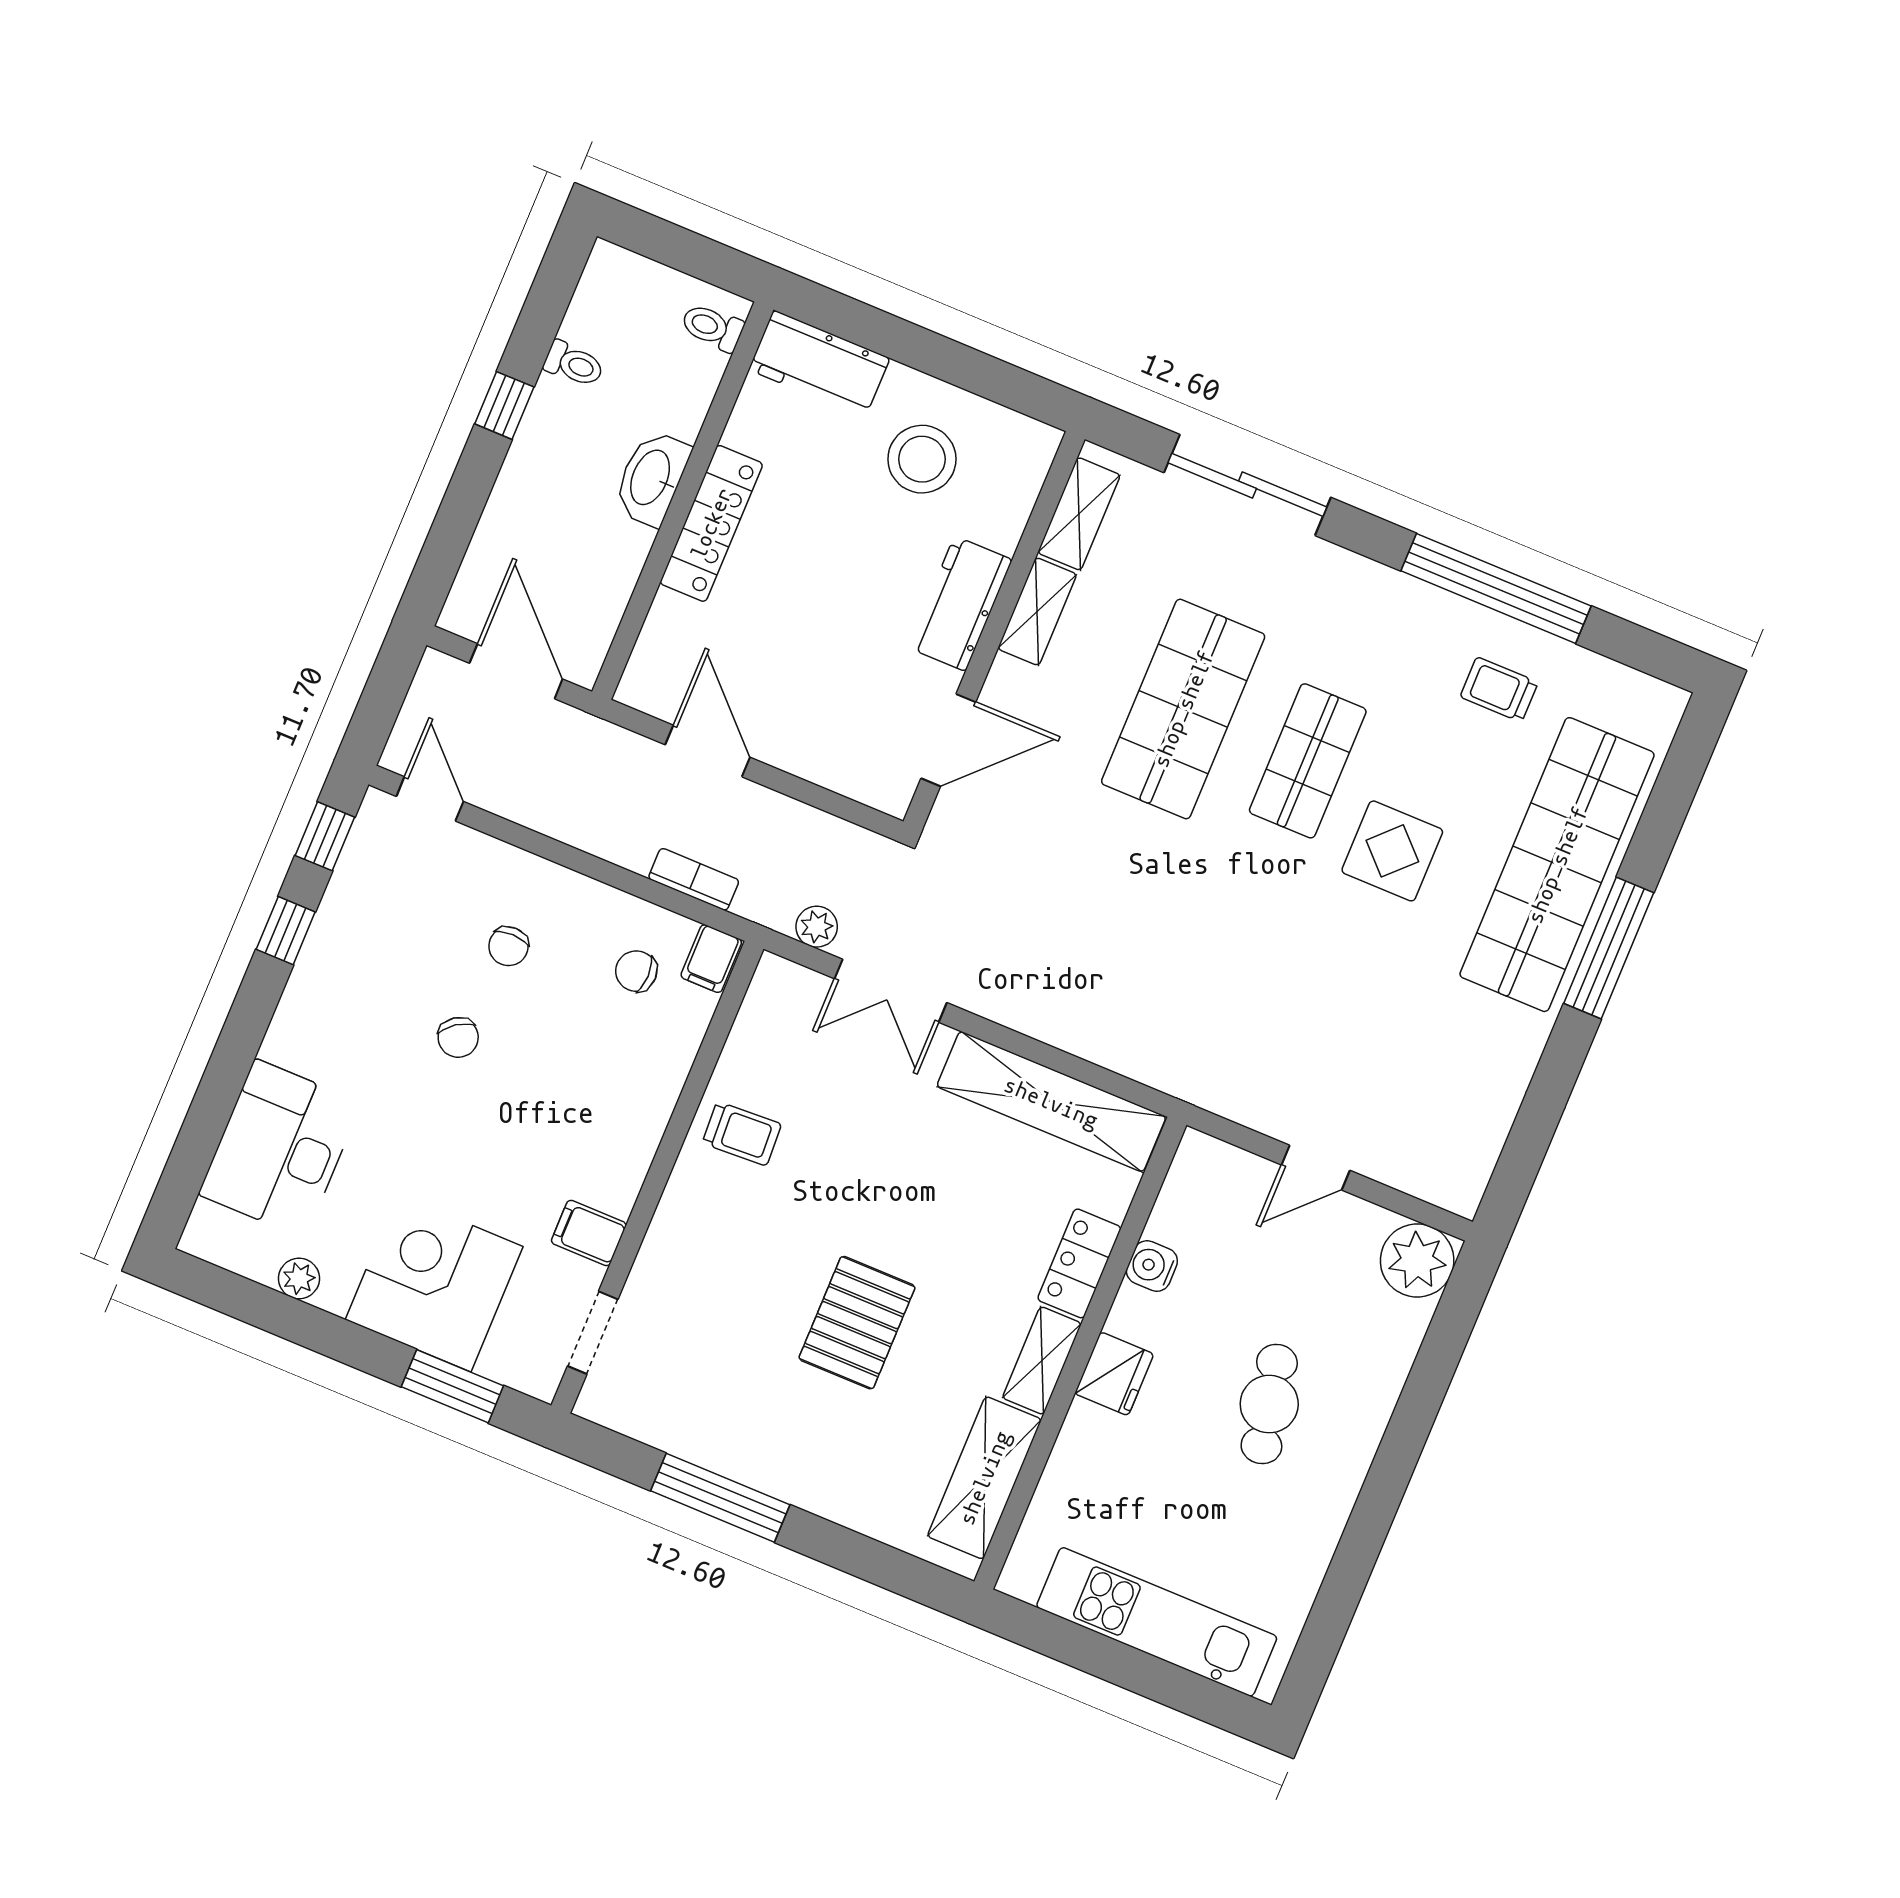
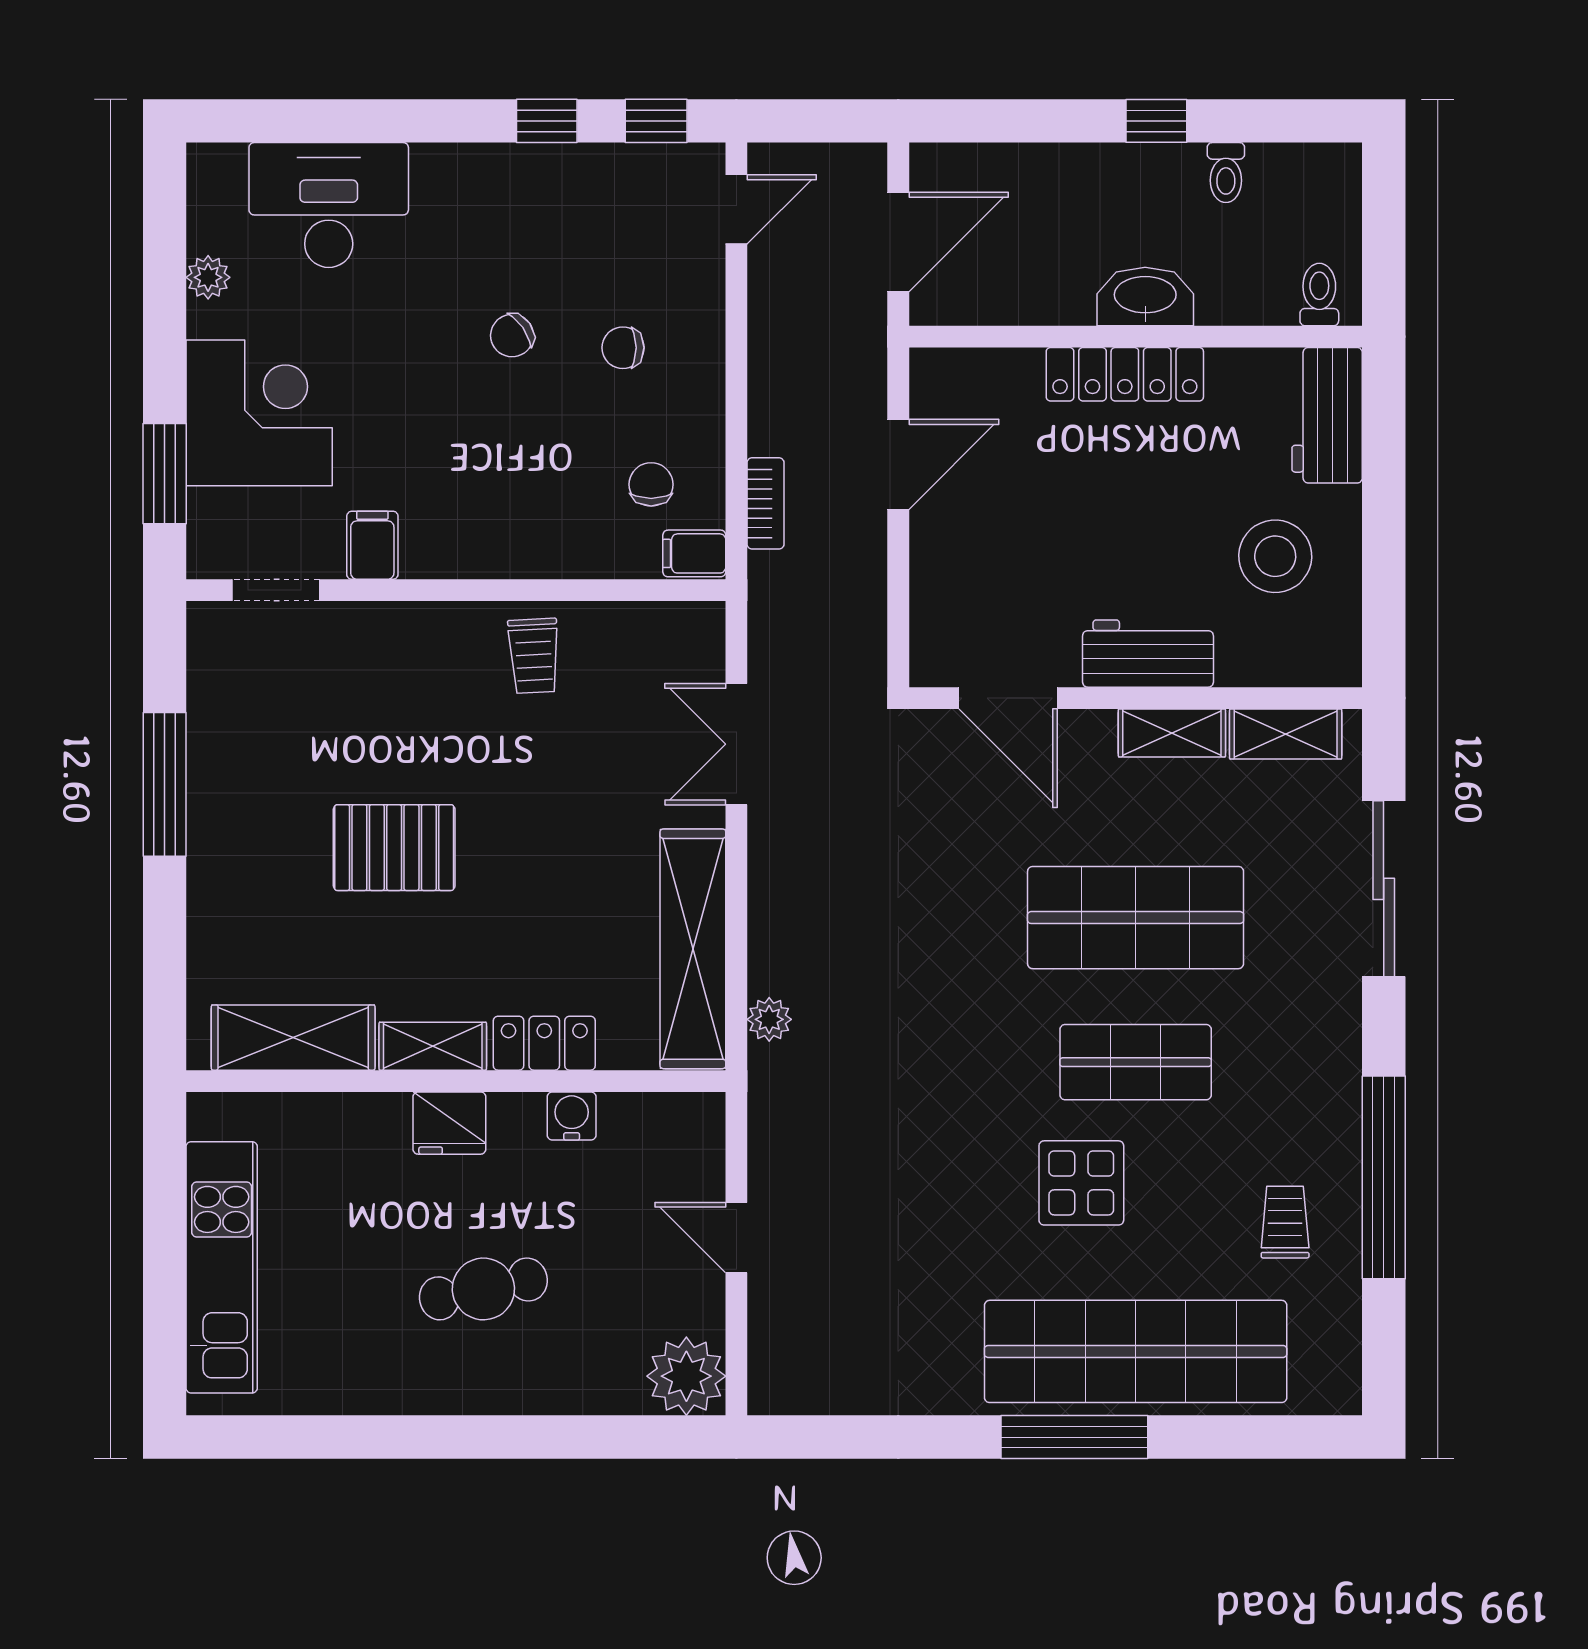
plant: (817, 927) -> (769, 1019), moved

